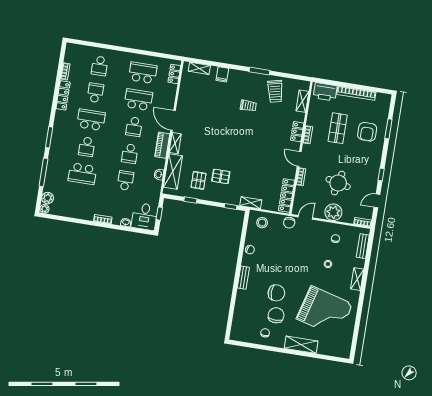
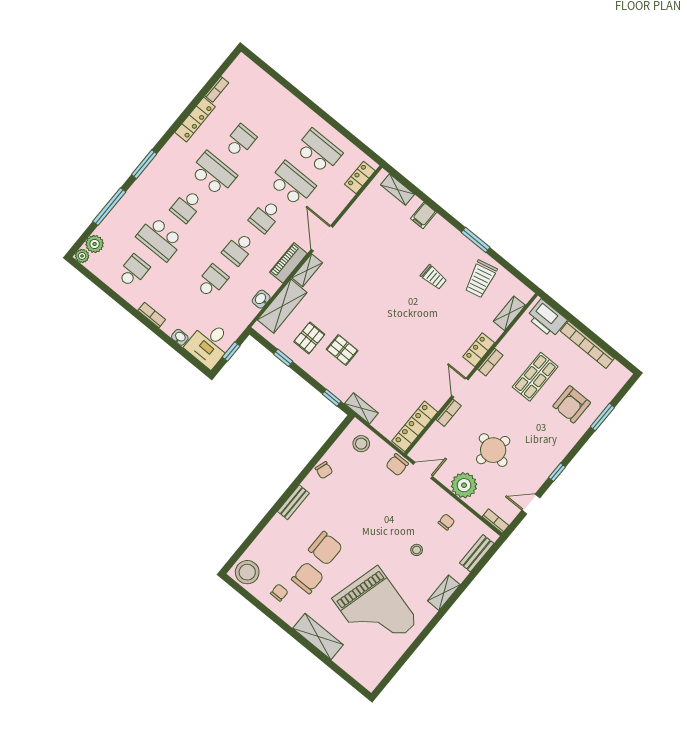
school desk: (100, 66) -> (133, 271), moved, turned 180
stool: (240, 332) -> (247, 572), added

